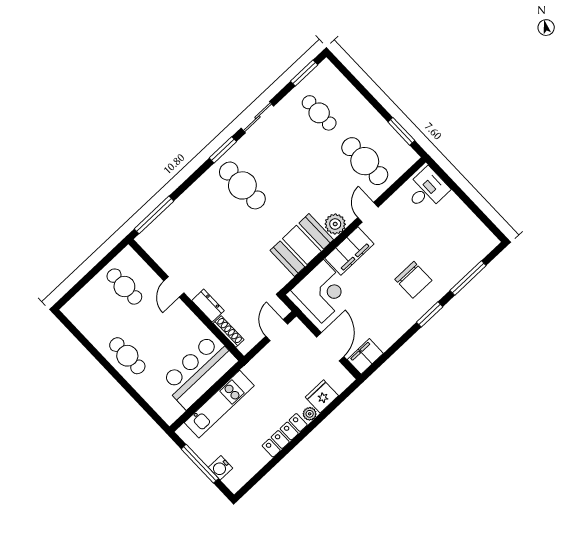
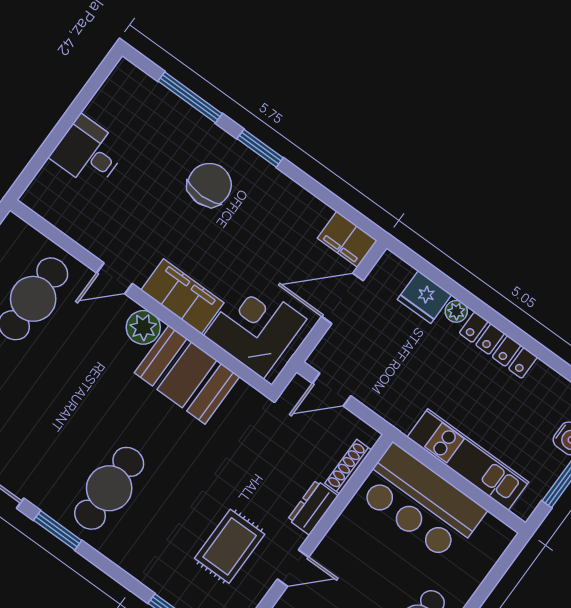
desk: (427, 190) -> (88, 153), moved
rug: (194, 251) -> (230, 546), added

